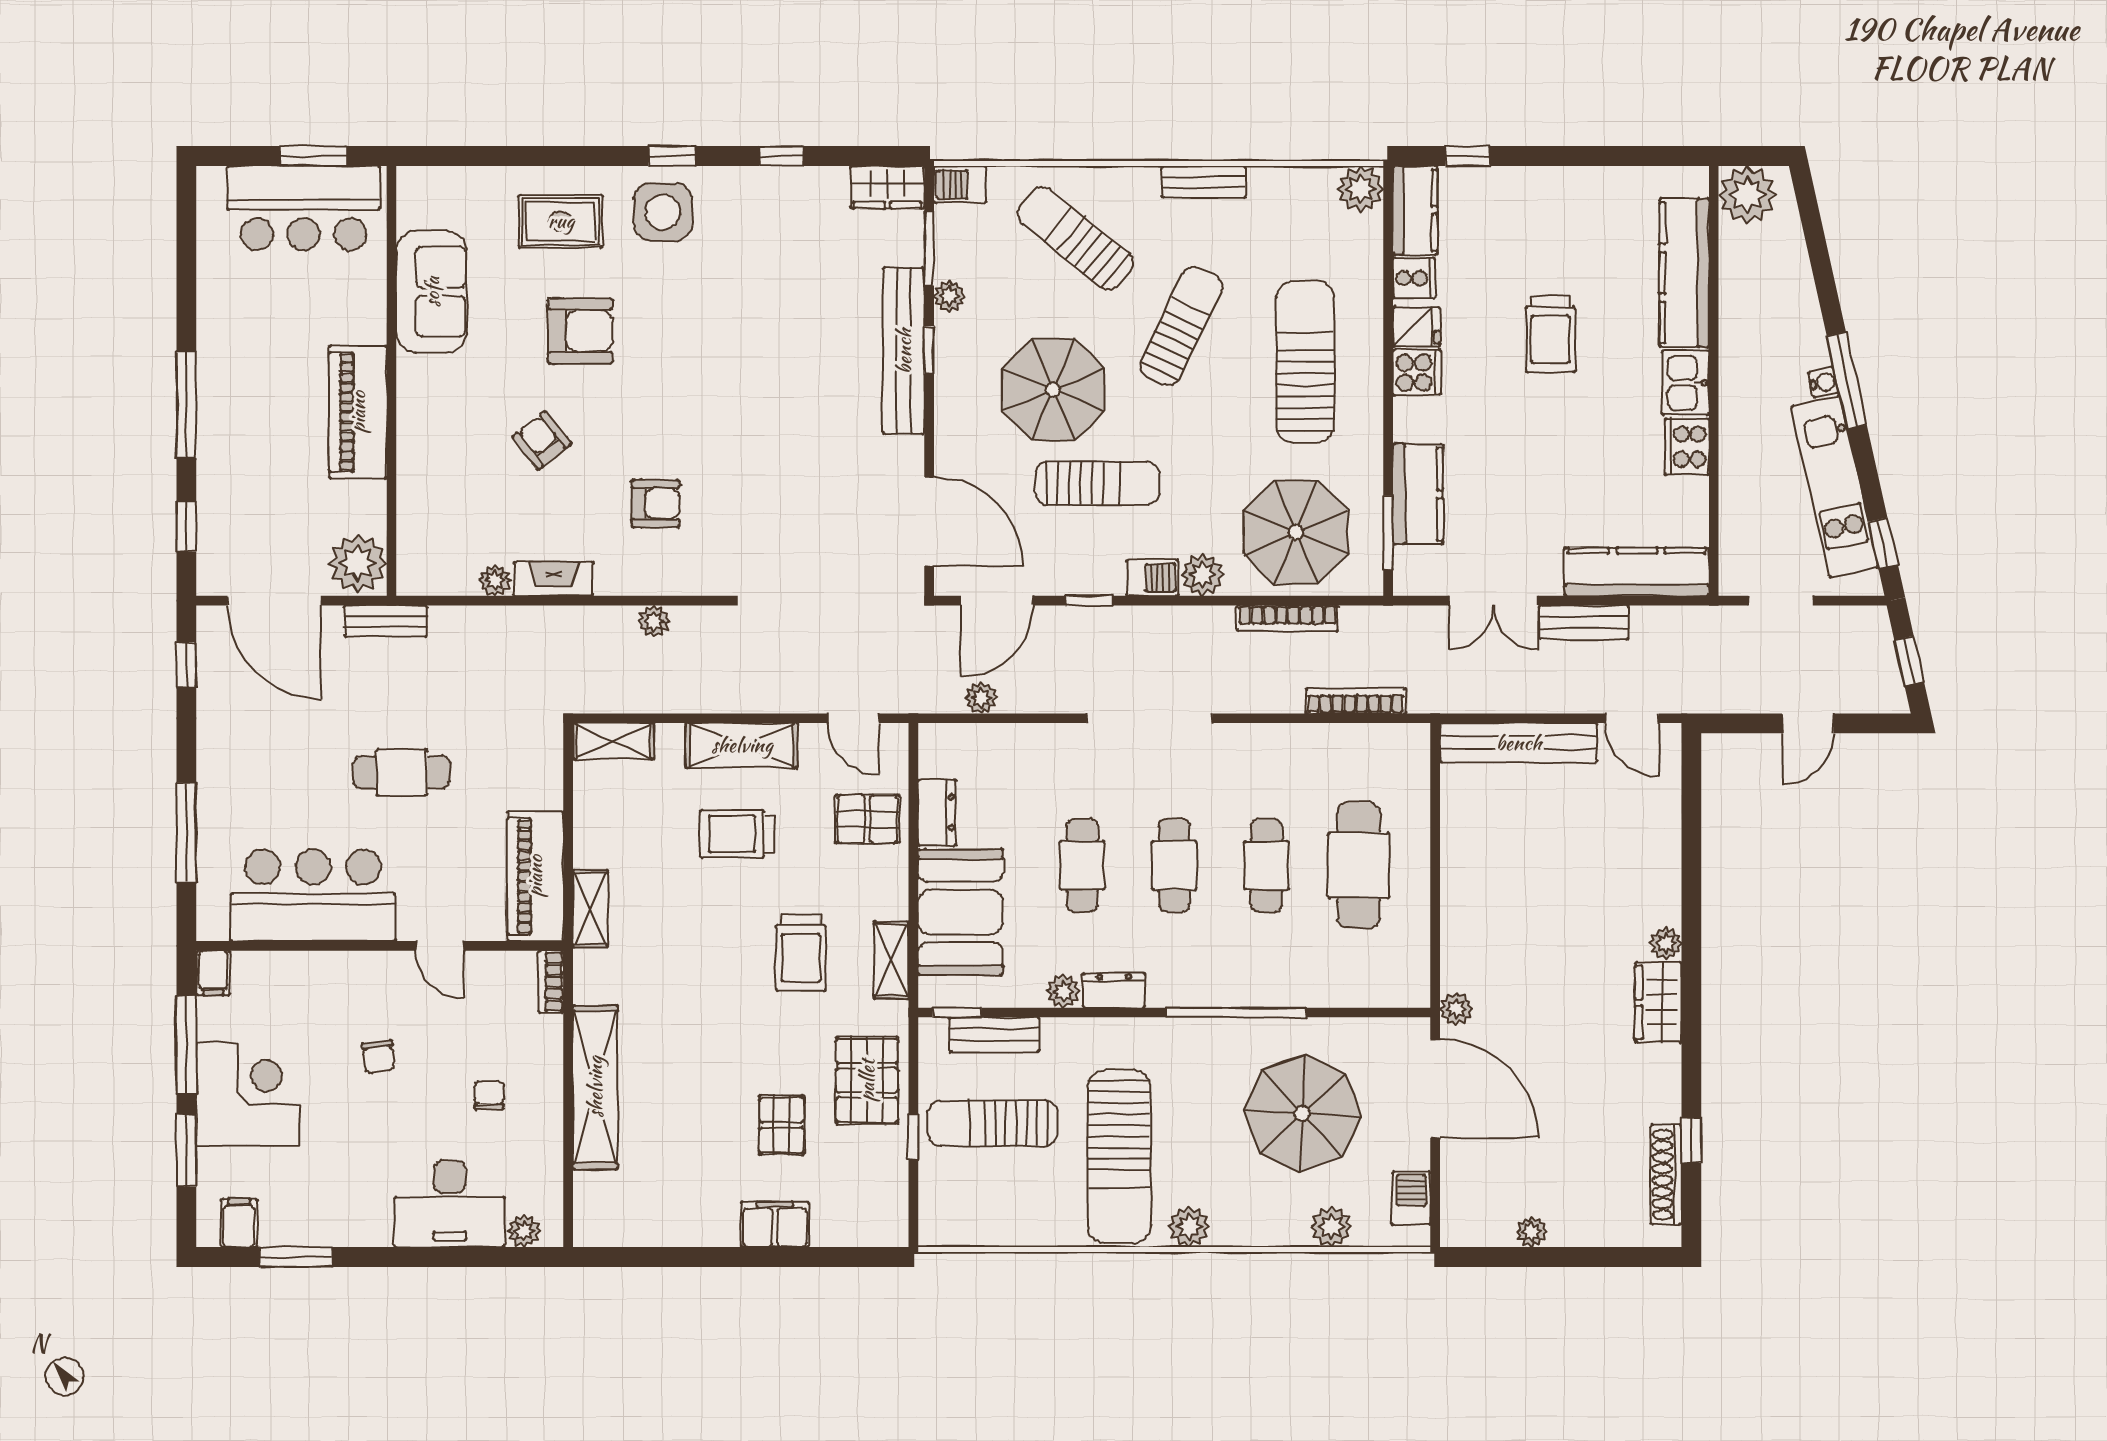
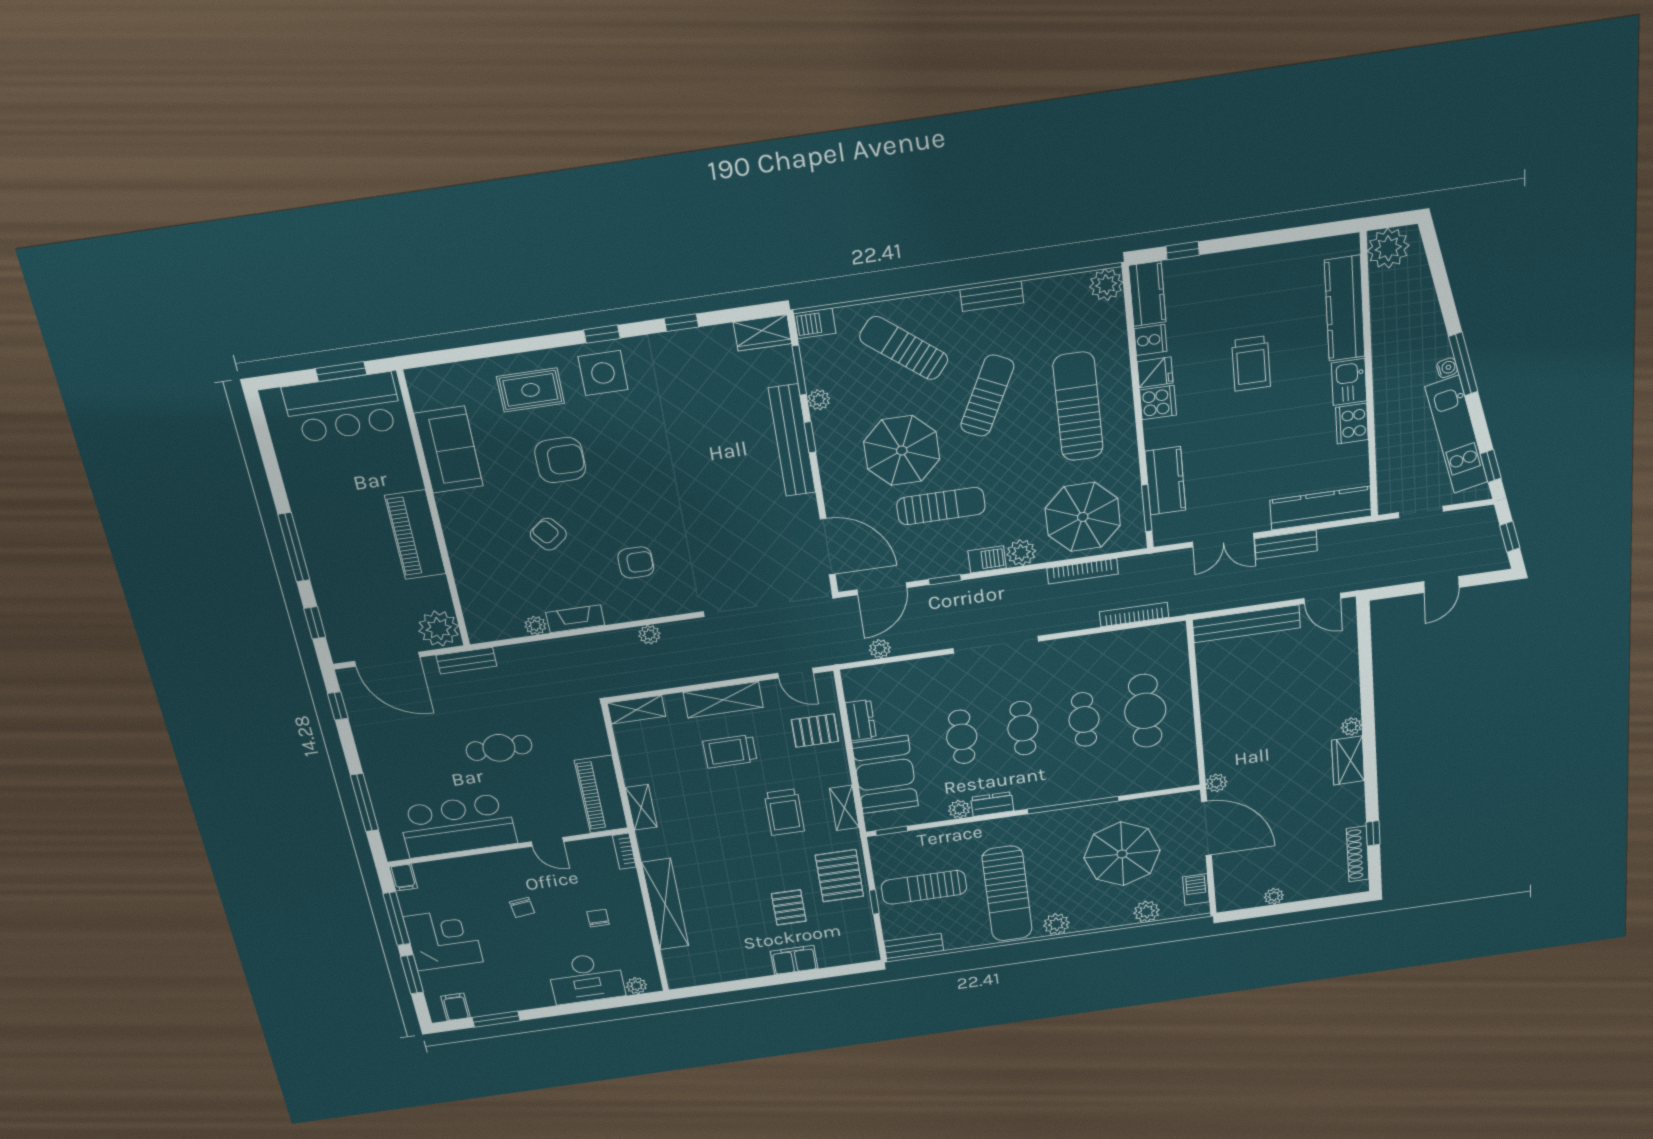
bench: (994, 1034) -> (914, 946), moved

